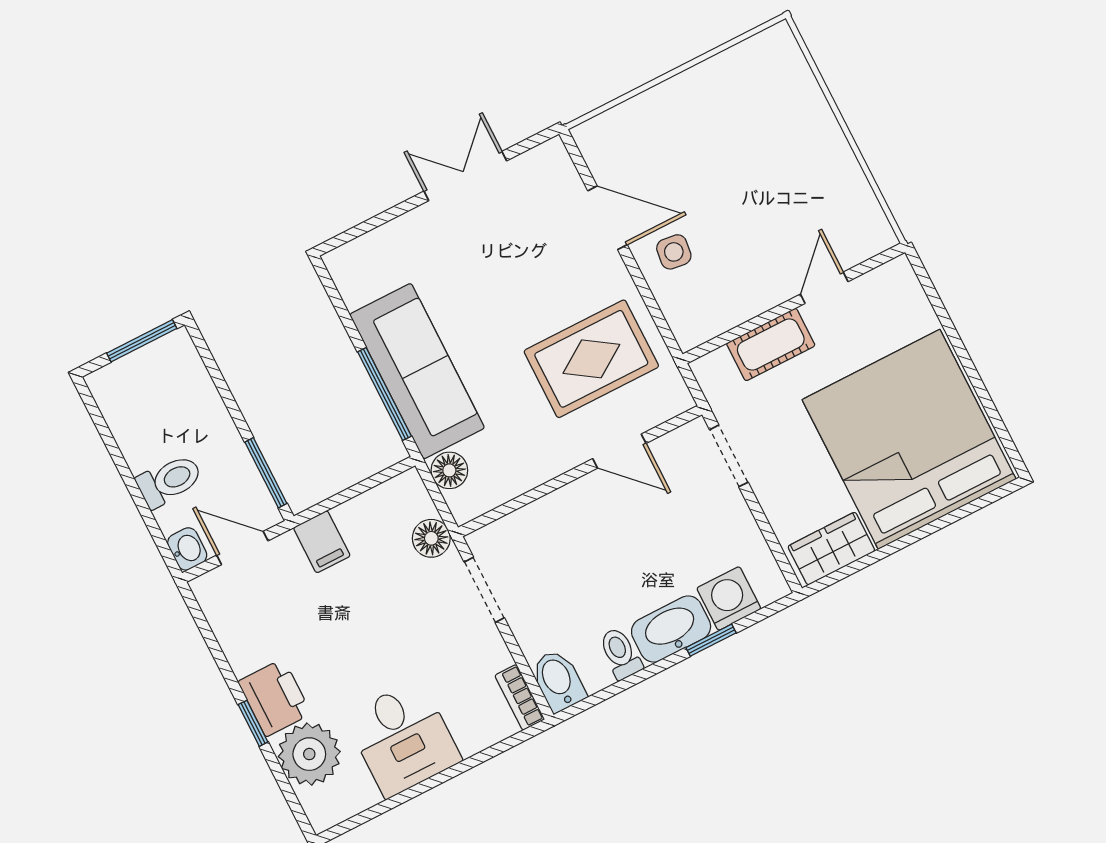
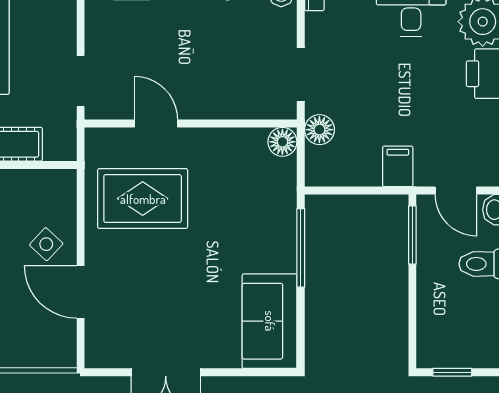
side table: (674, 252) -> (46, 244), turned 36
window: (142, 341) -> (452, 372), width x0.67
sofa: (417, 371) -> (270, 321), moved, width x0.73
floor lamp: (449, 470) -> (282, 142), moved

